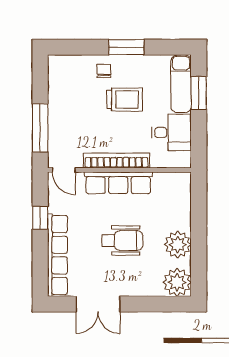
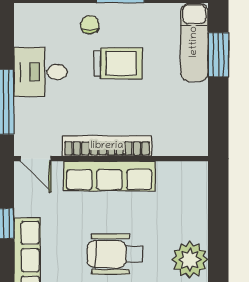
desk: (171, 132) -> (41, 72), moved, turned 180
wheelchair: (122, 241) -> (115, 254), turned 180

